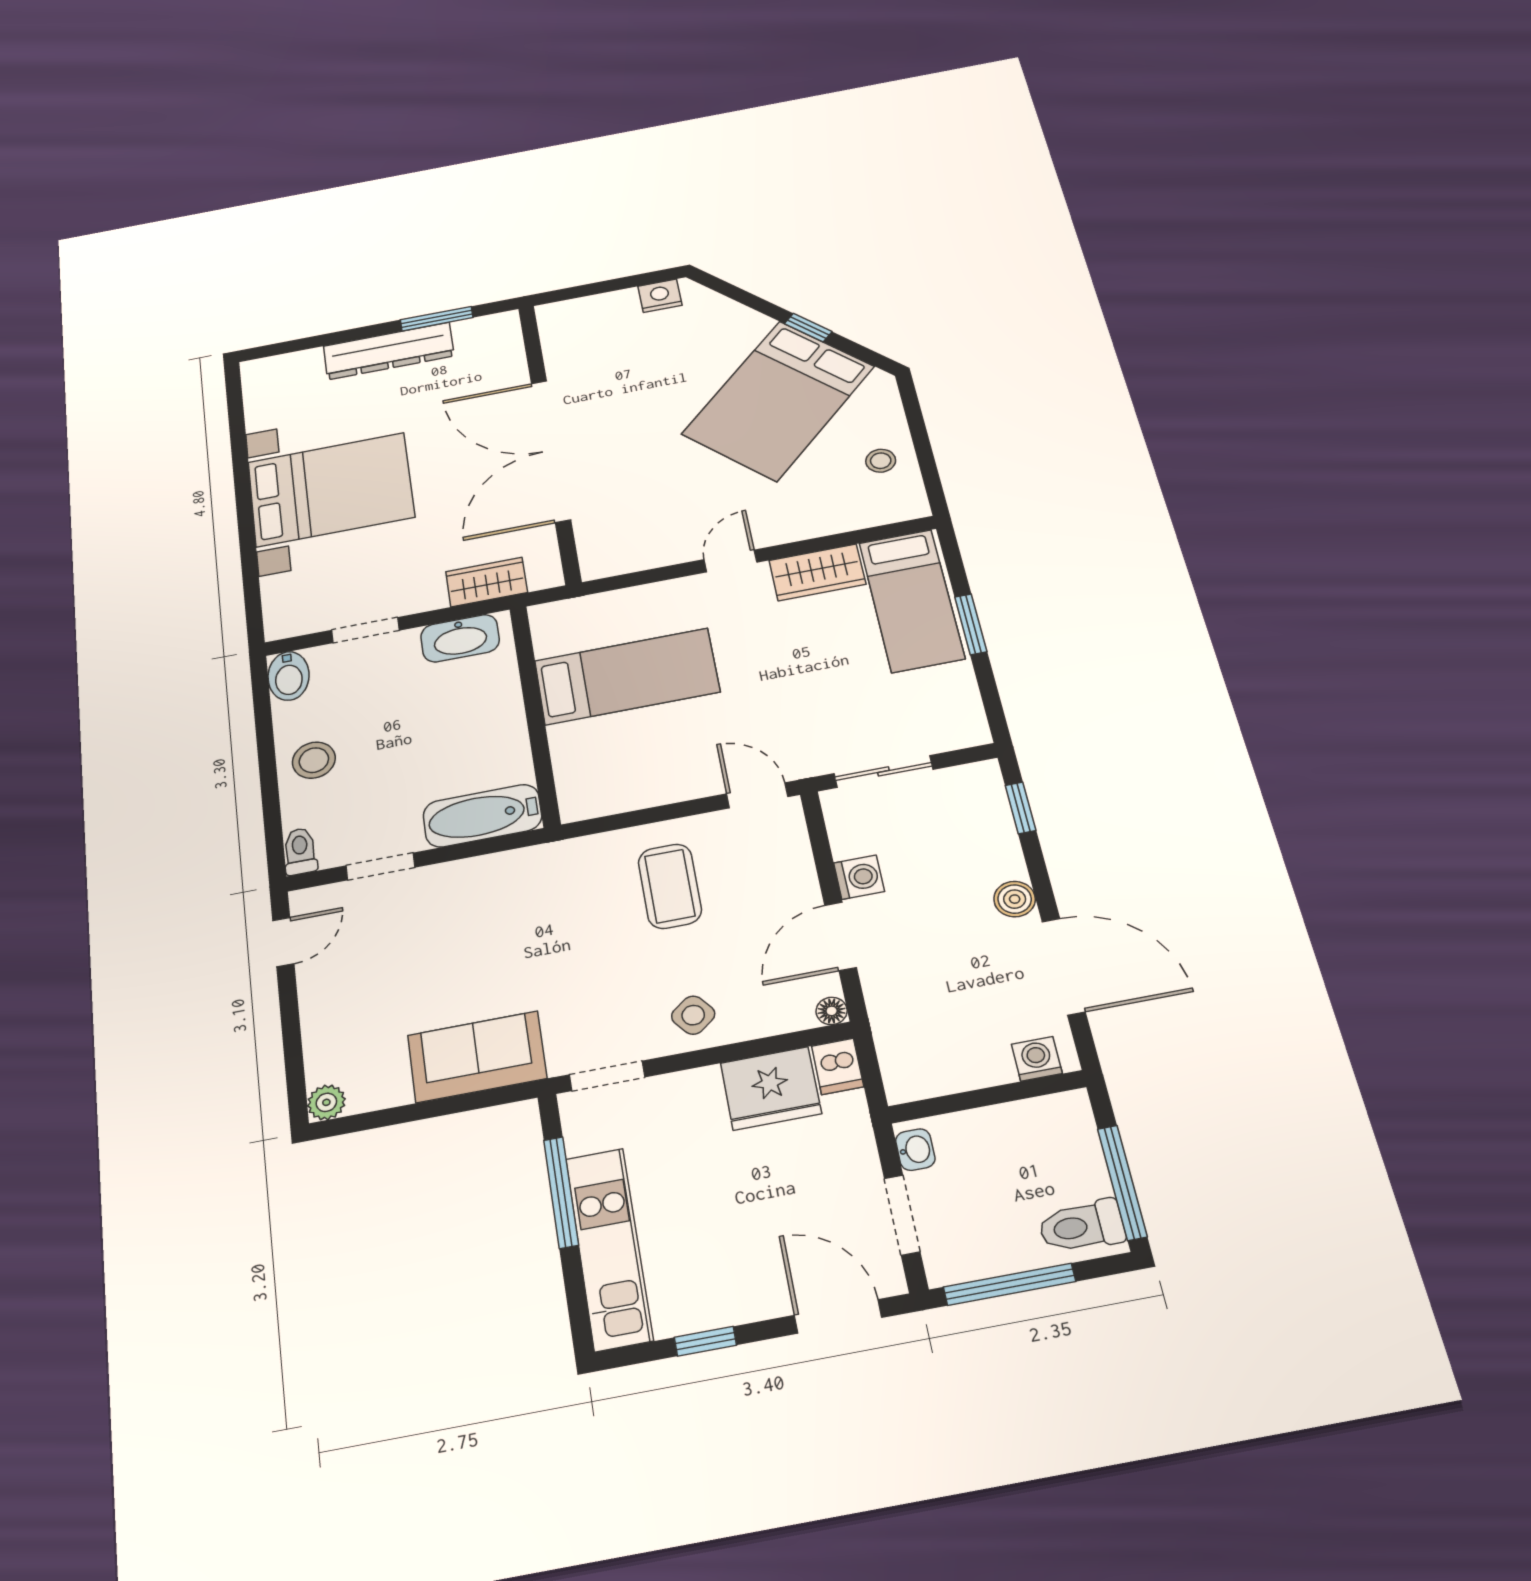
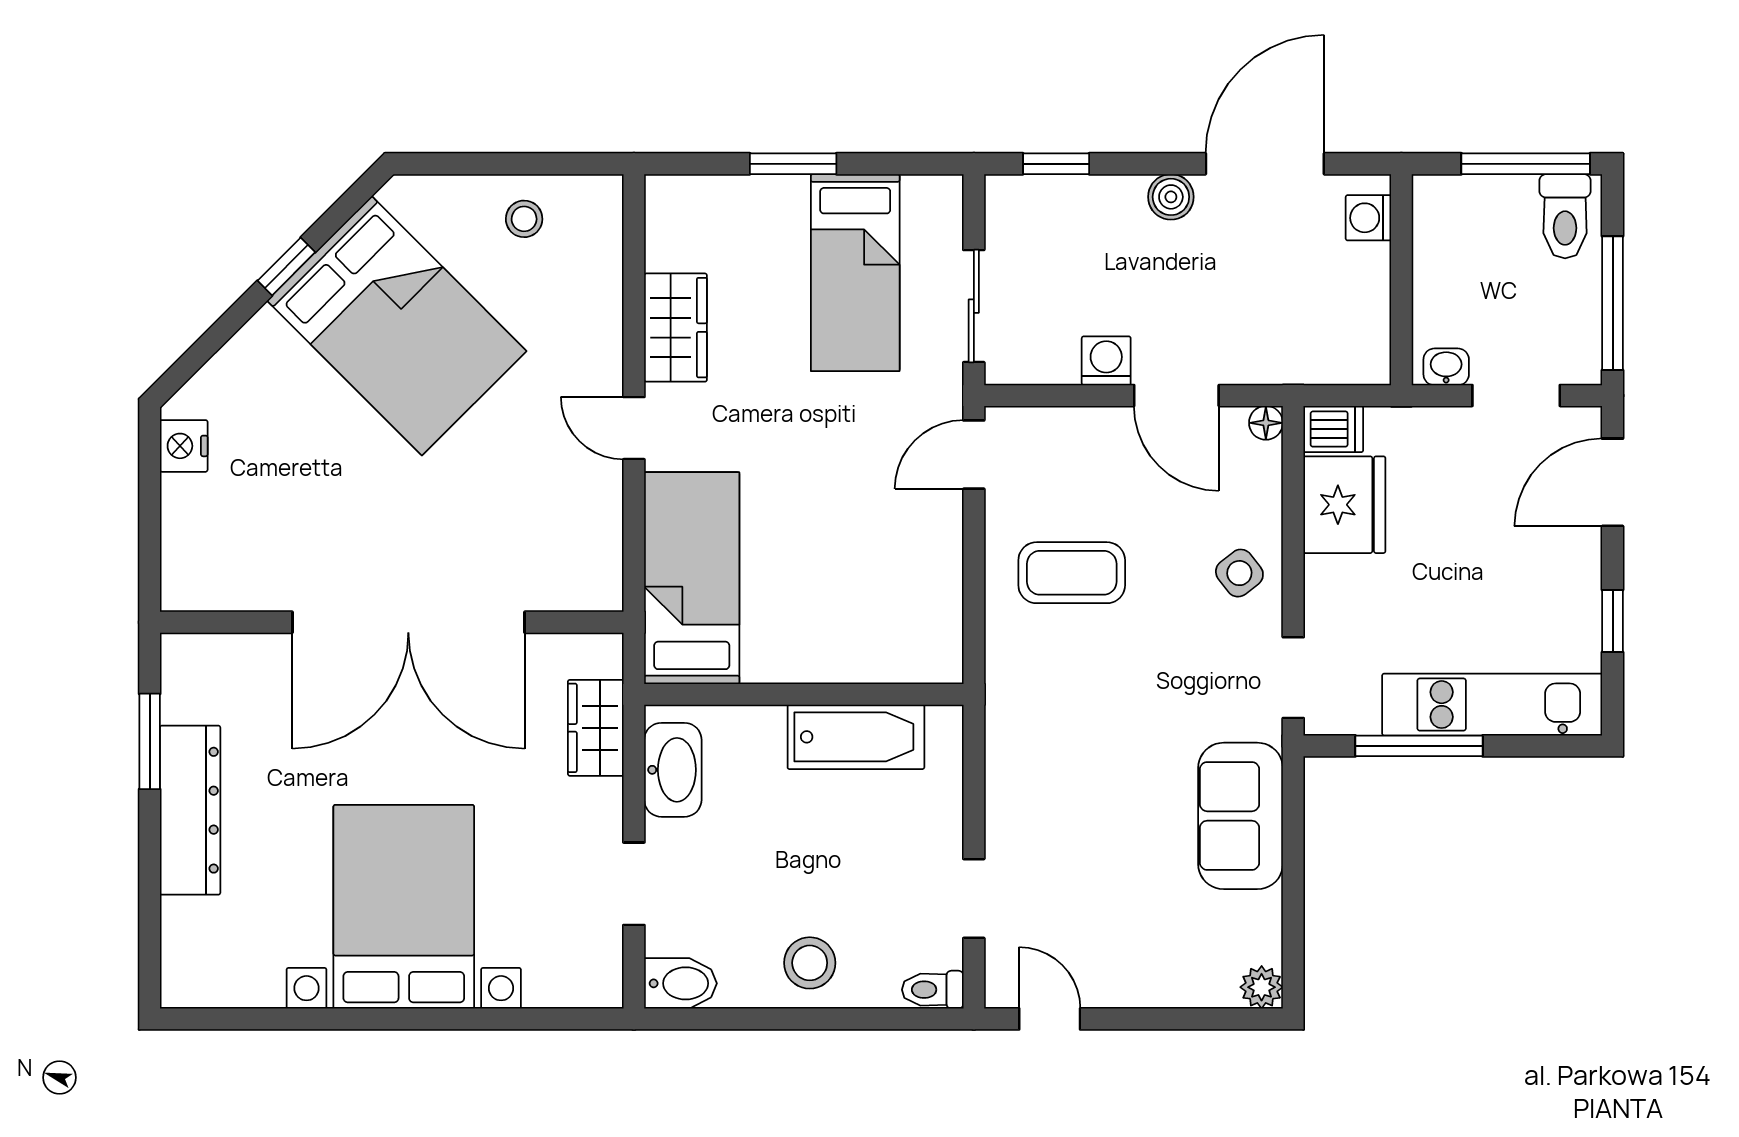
bed: (912, 600) -> (855, 273), moved, turned 90
bed: (627, 676) -> (692, 578), moved
bathtub: (482, 816) -> (856, 737), moved, turned -90

